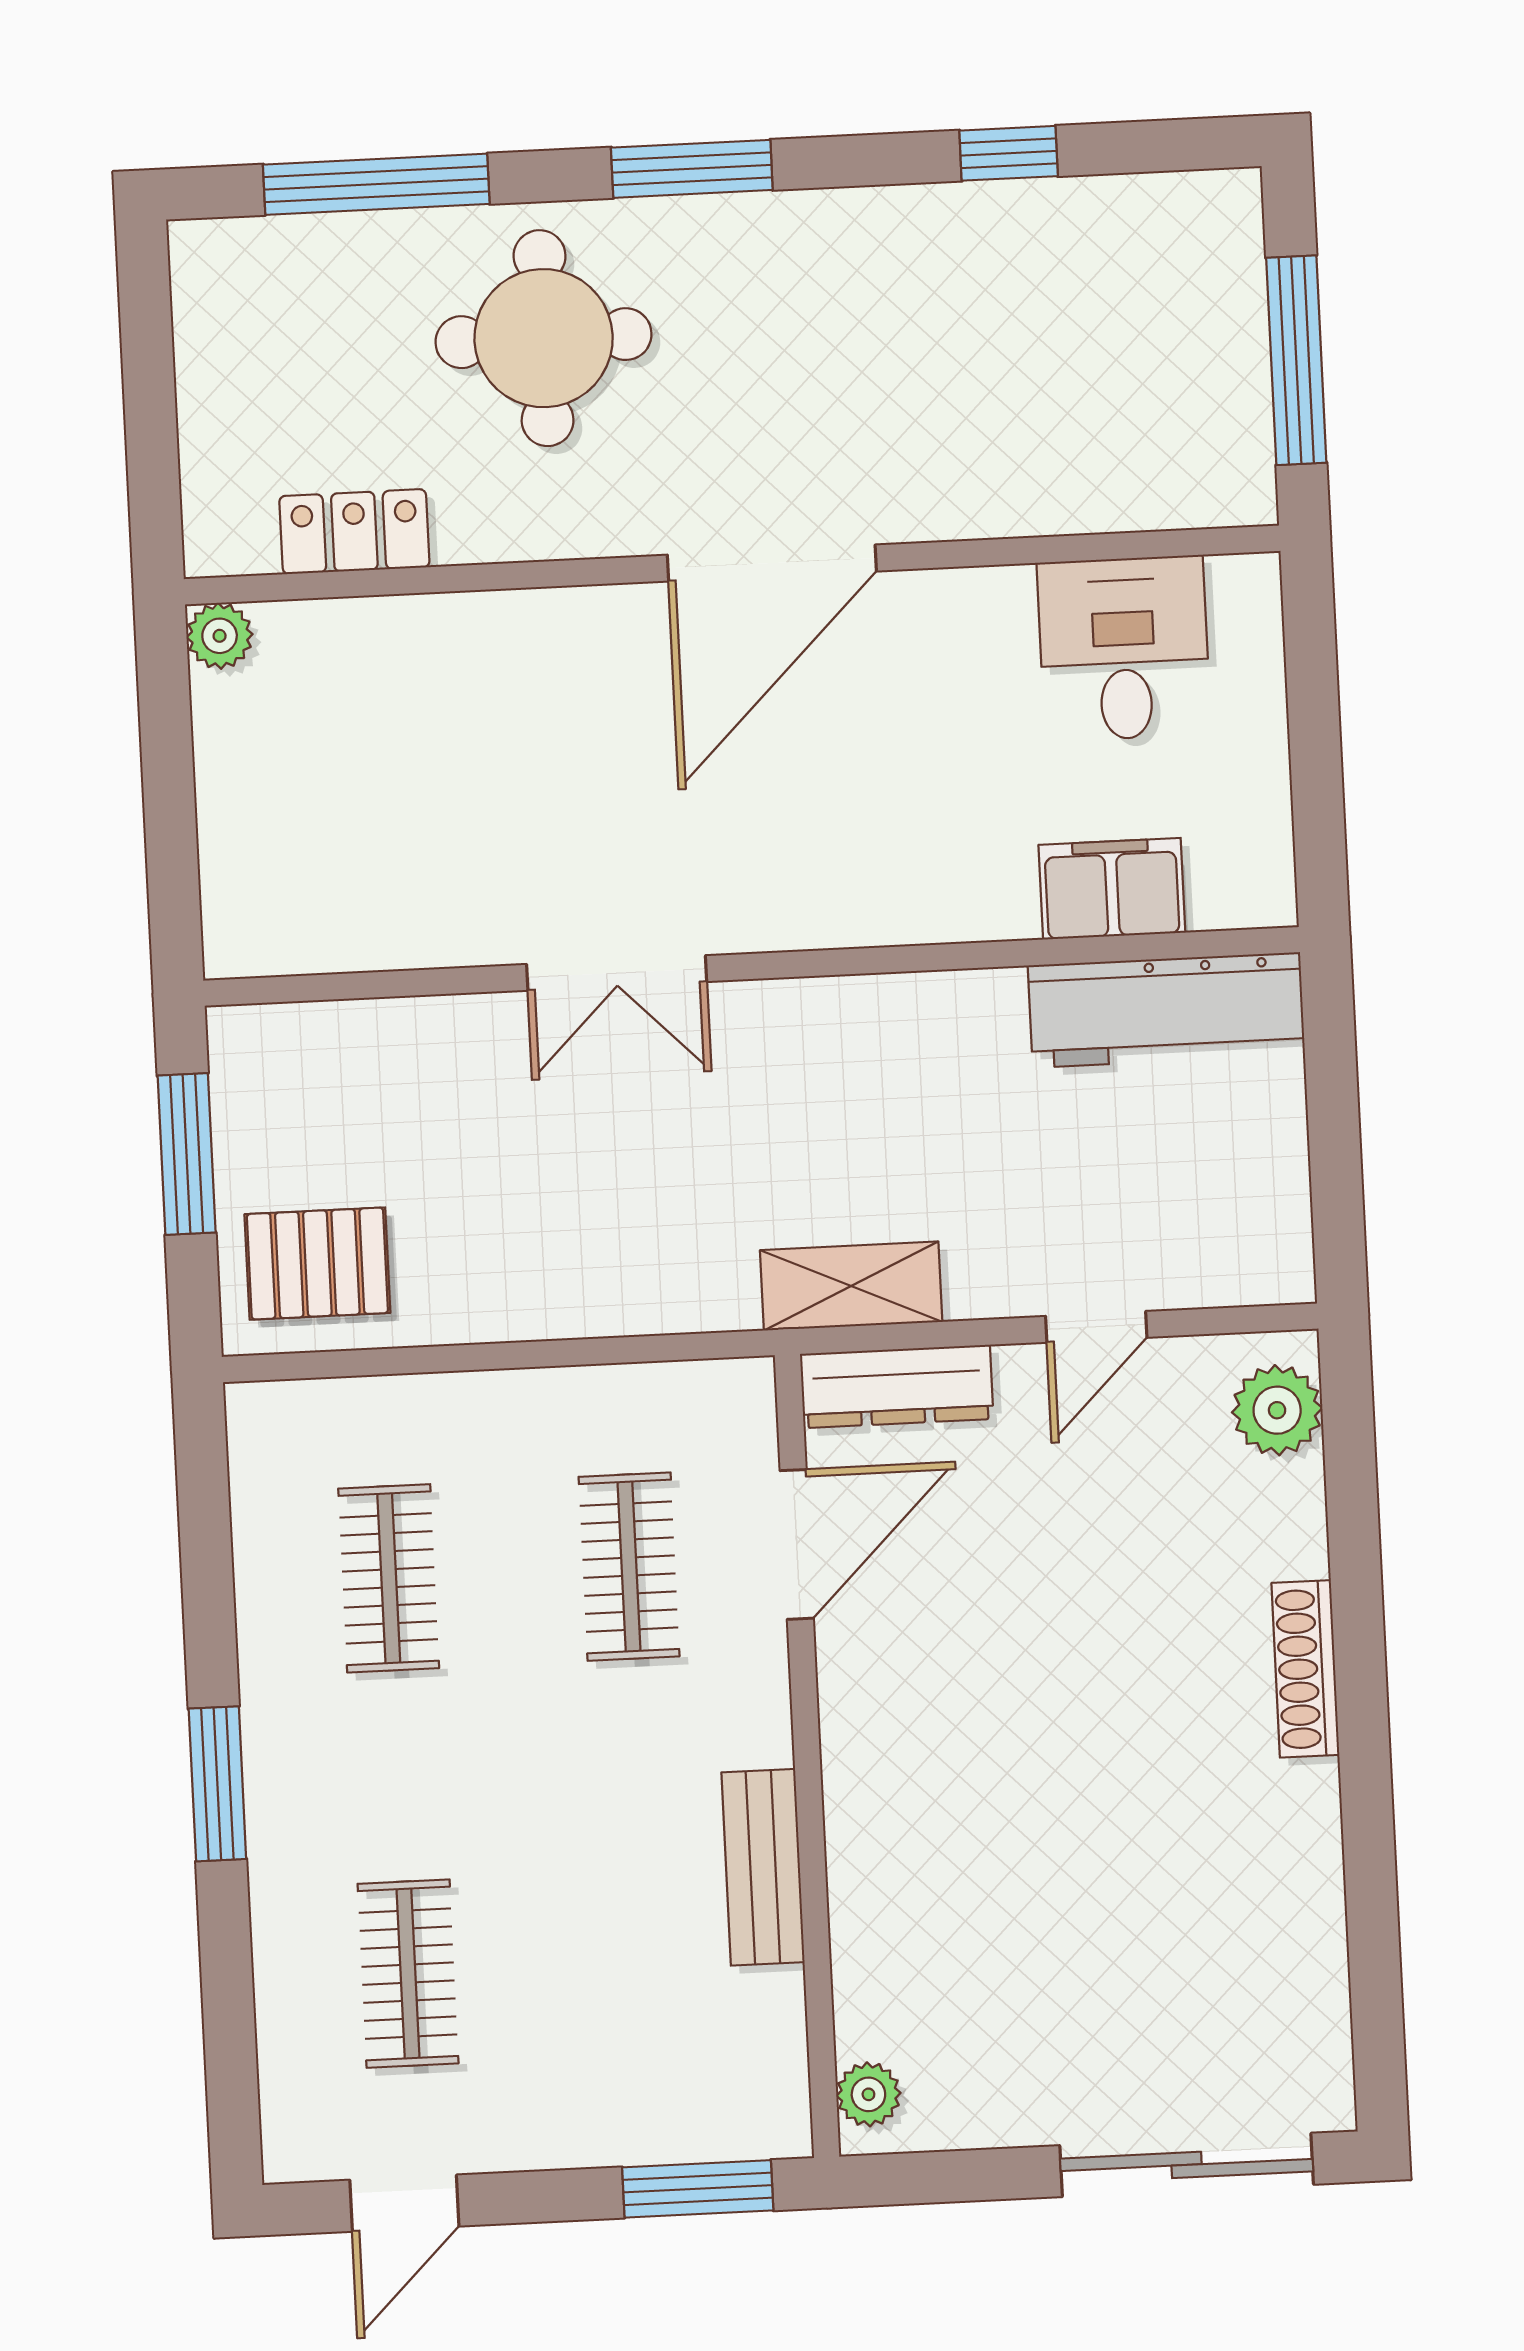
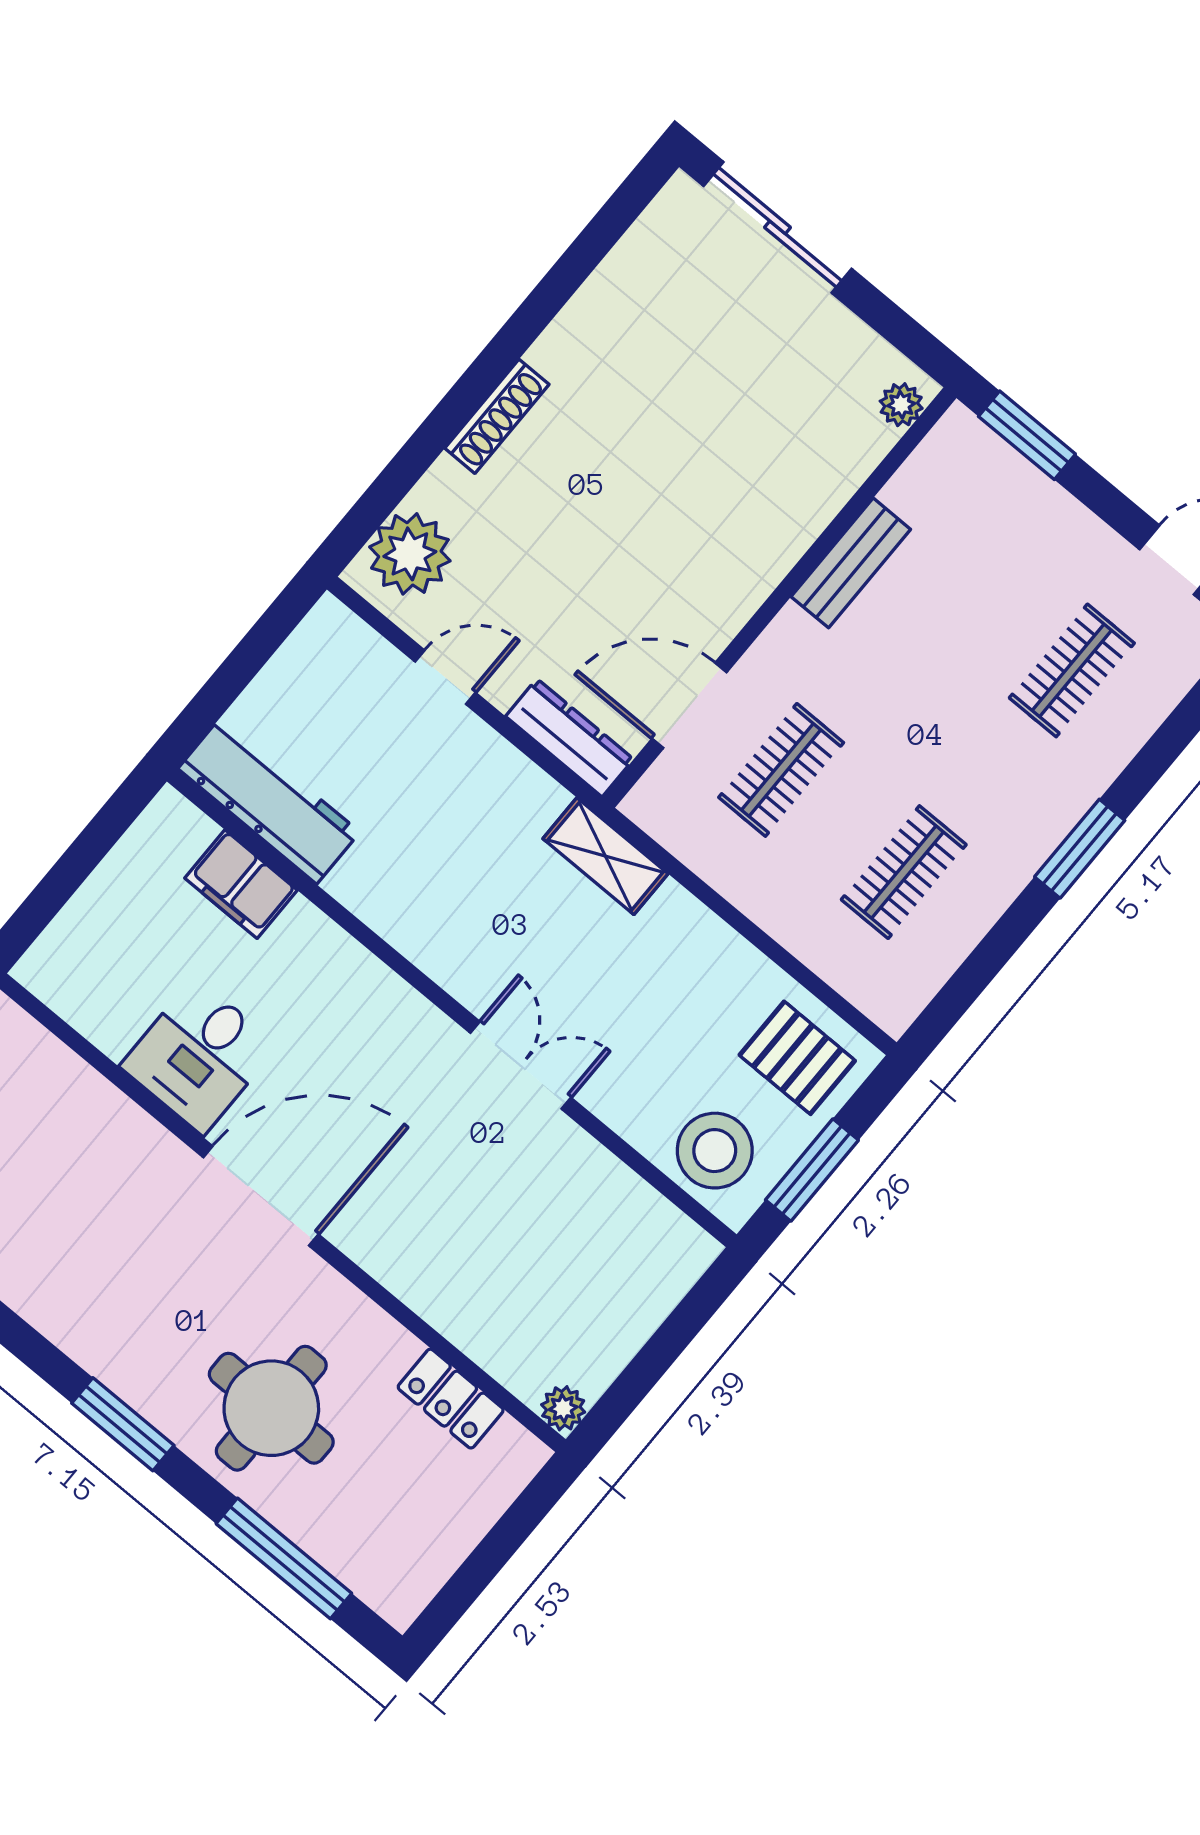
desk: (1124, 648) -> (199, 1056), moved
stool: (314, 1076) -> (715, 1151), added
shelving: (851, 1286) -> (605, 856), moved
plant: (1277, 1410) -> (410, 554), width x1.36, depth x1.36

